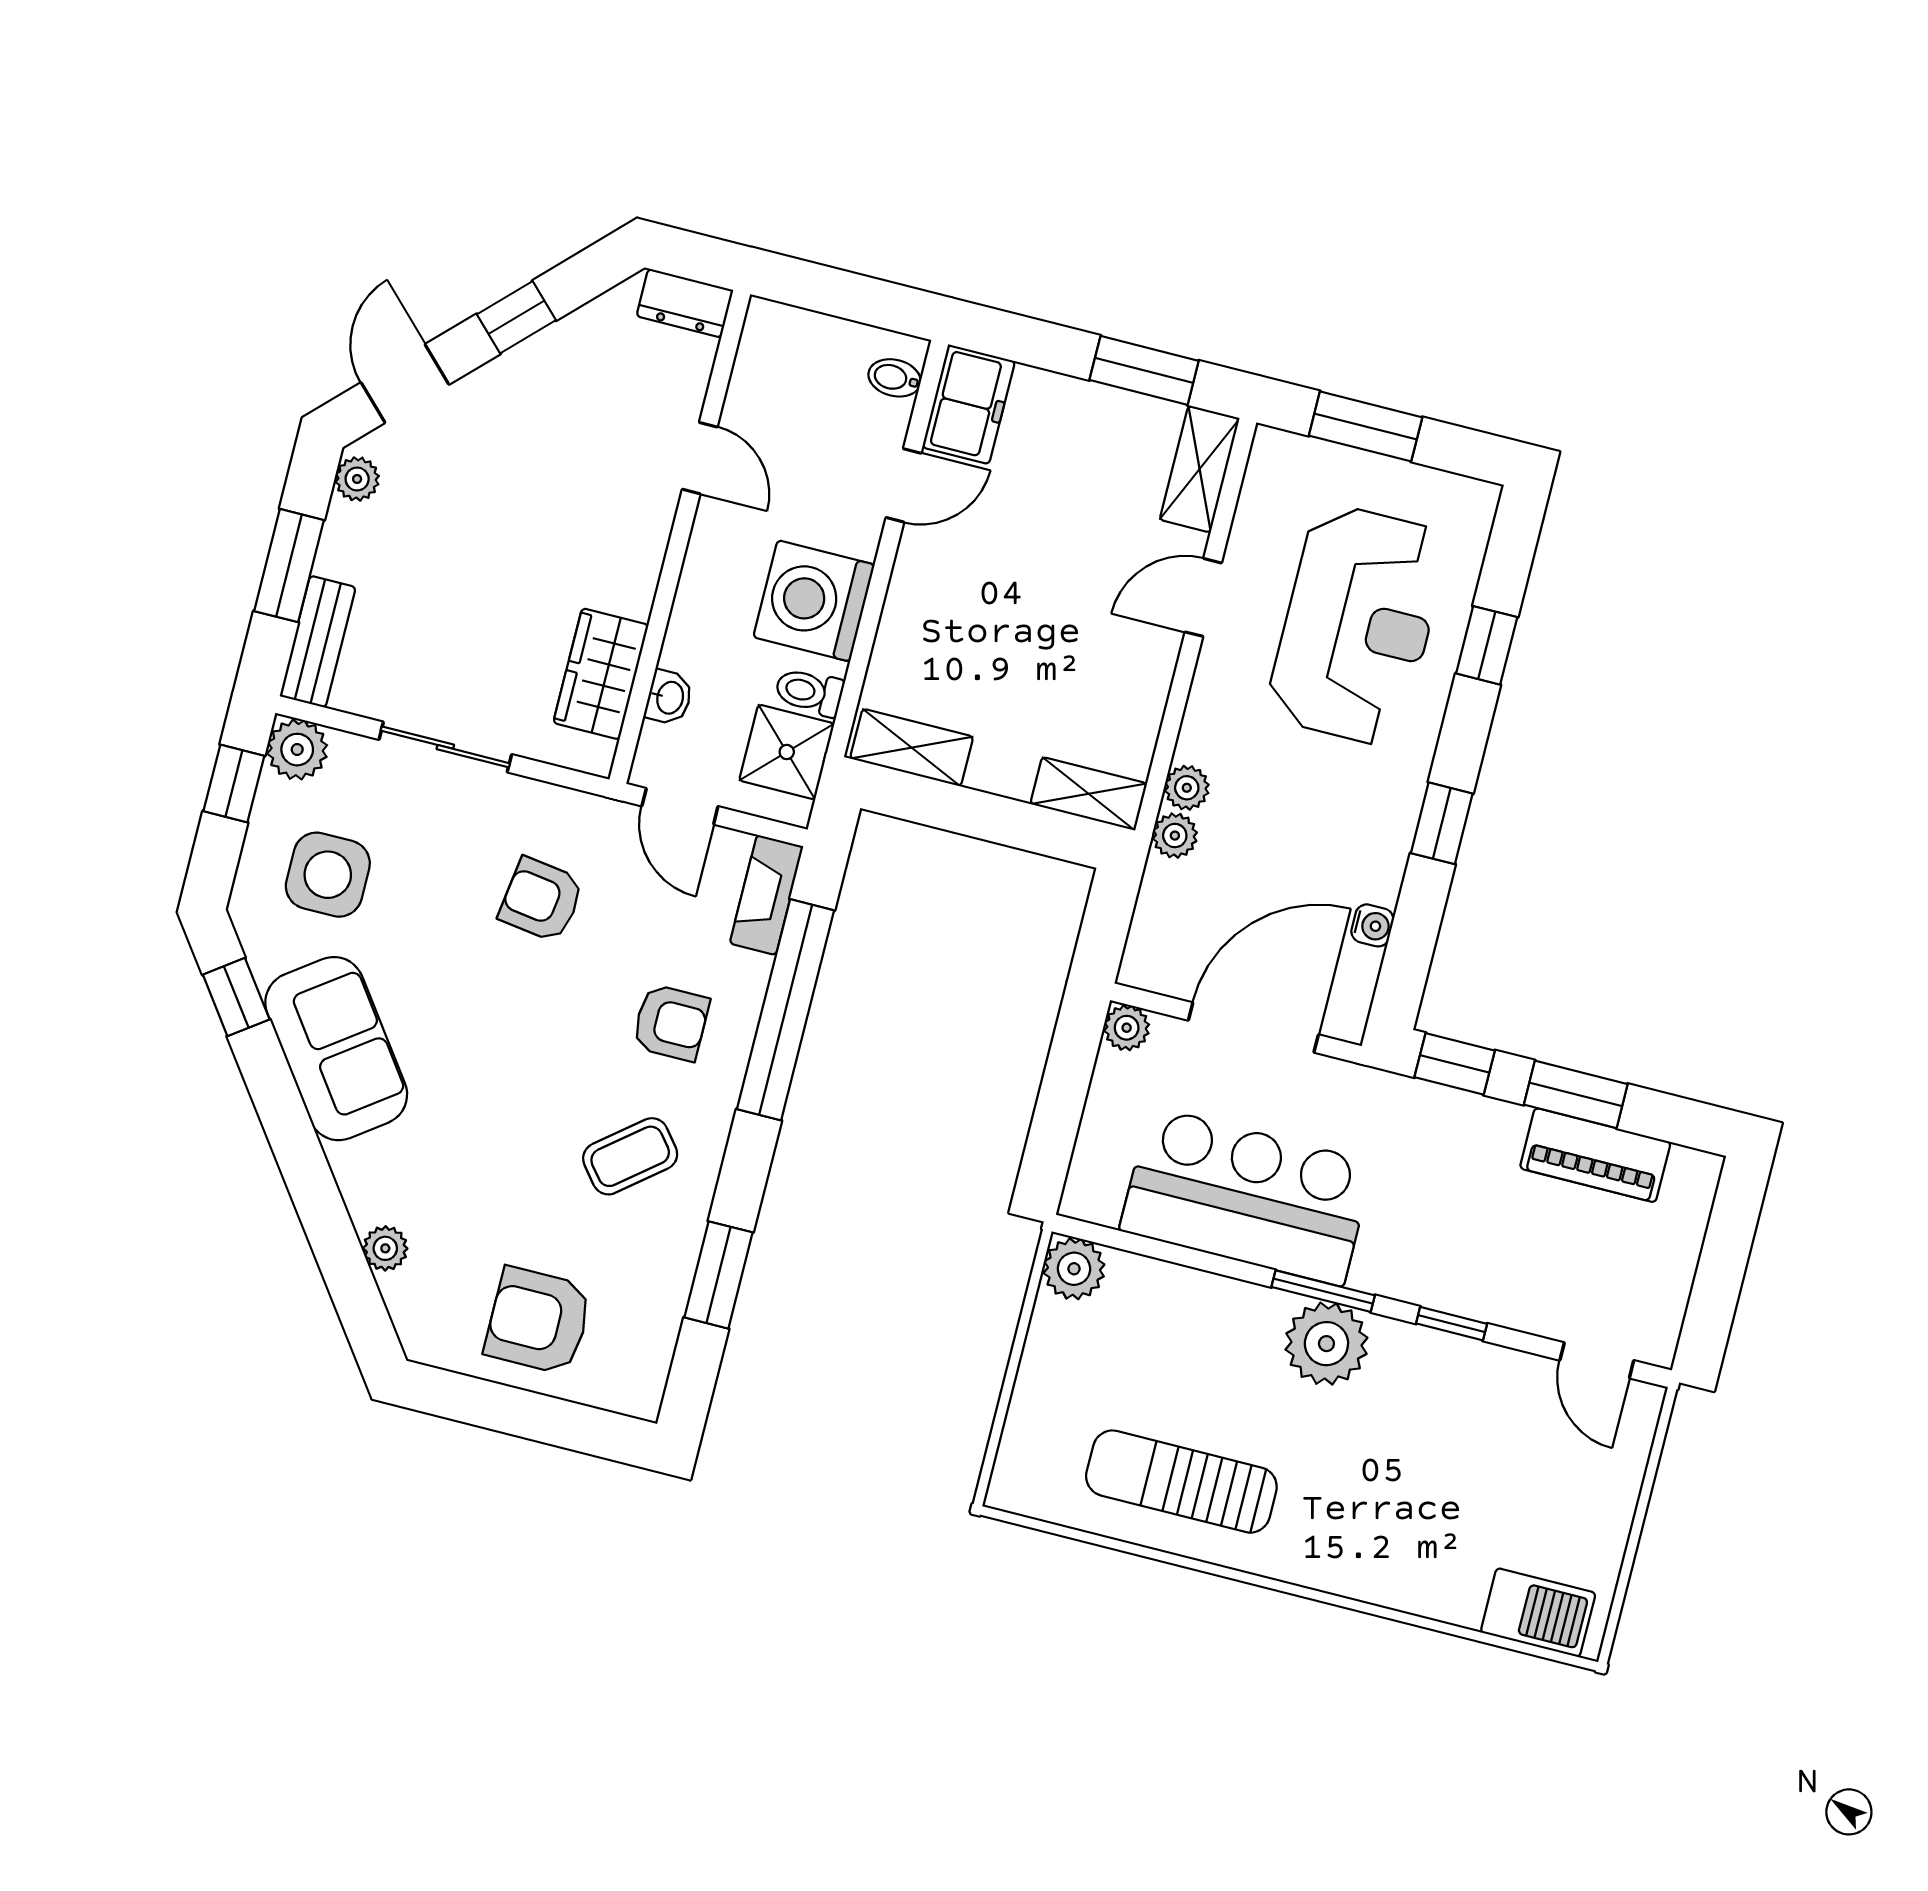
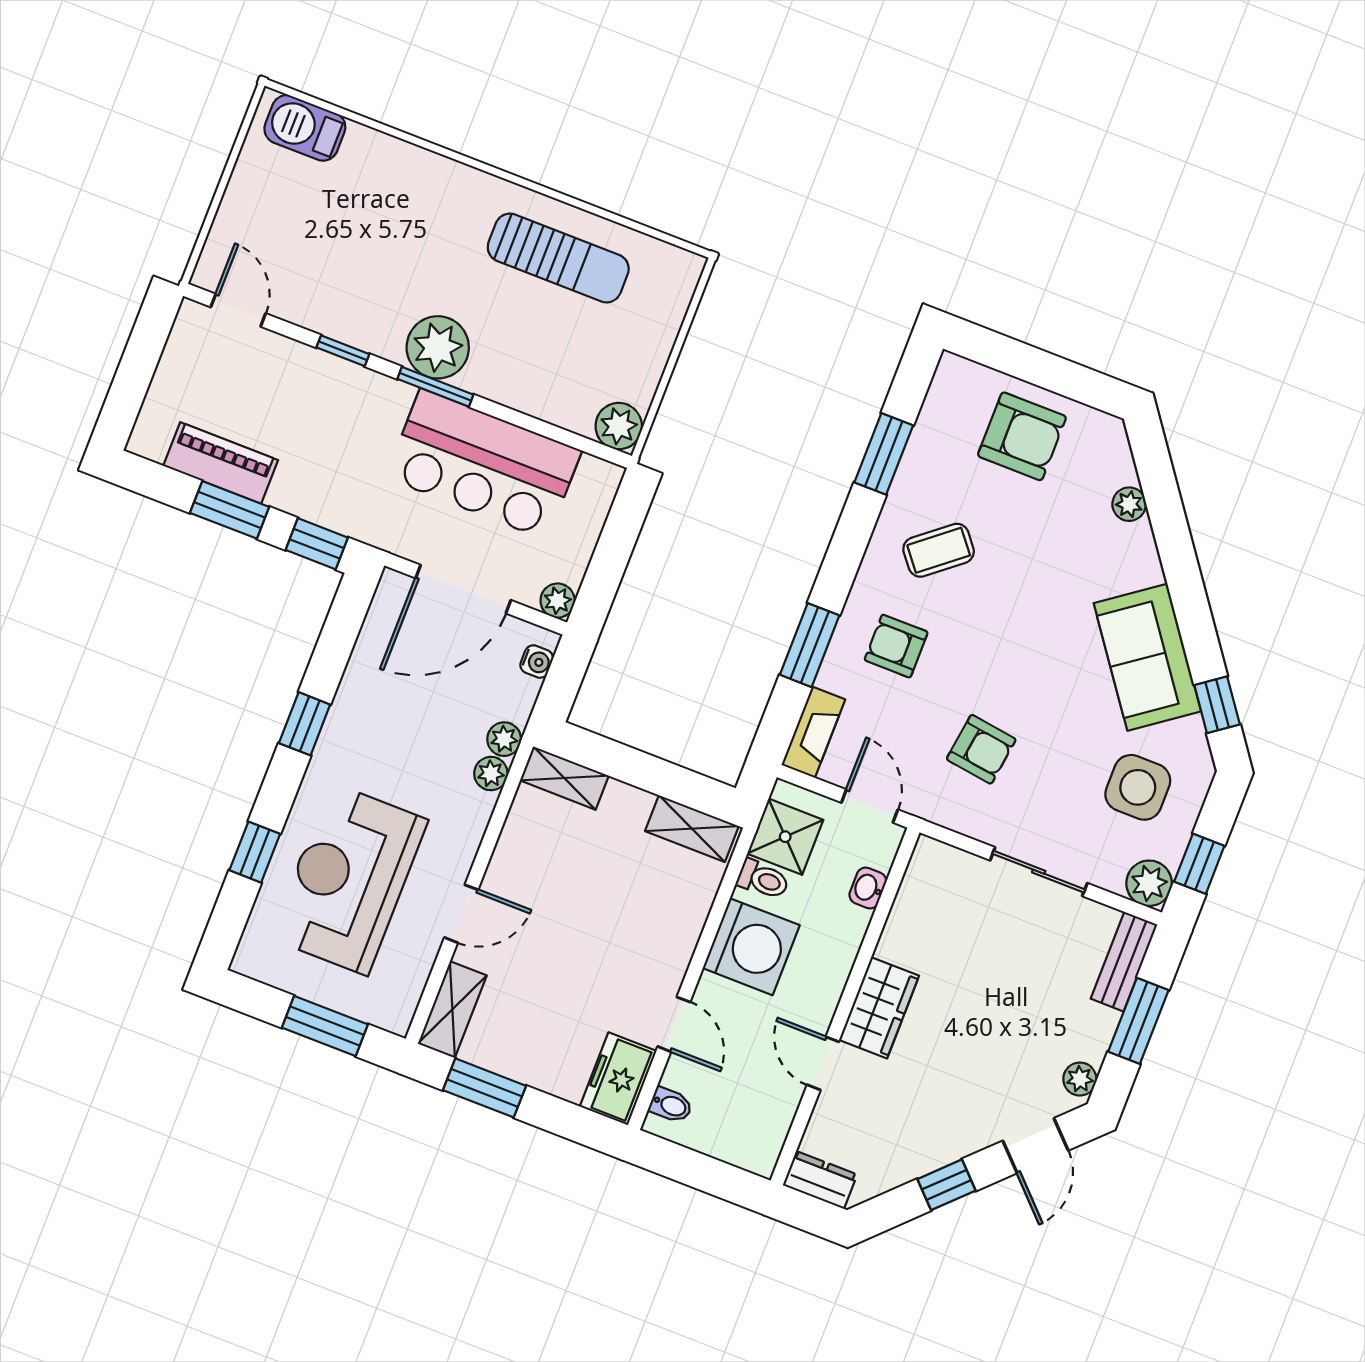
door: (904, 485) -> (674, 1024), swing flipped
wardrobe: (601, 674) -> (879, 1008), moved
water cooler: (1372, 925) -> (537, 662), moved, turned 180
window: (786, 1010) -> (810, 645), width x0.47

